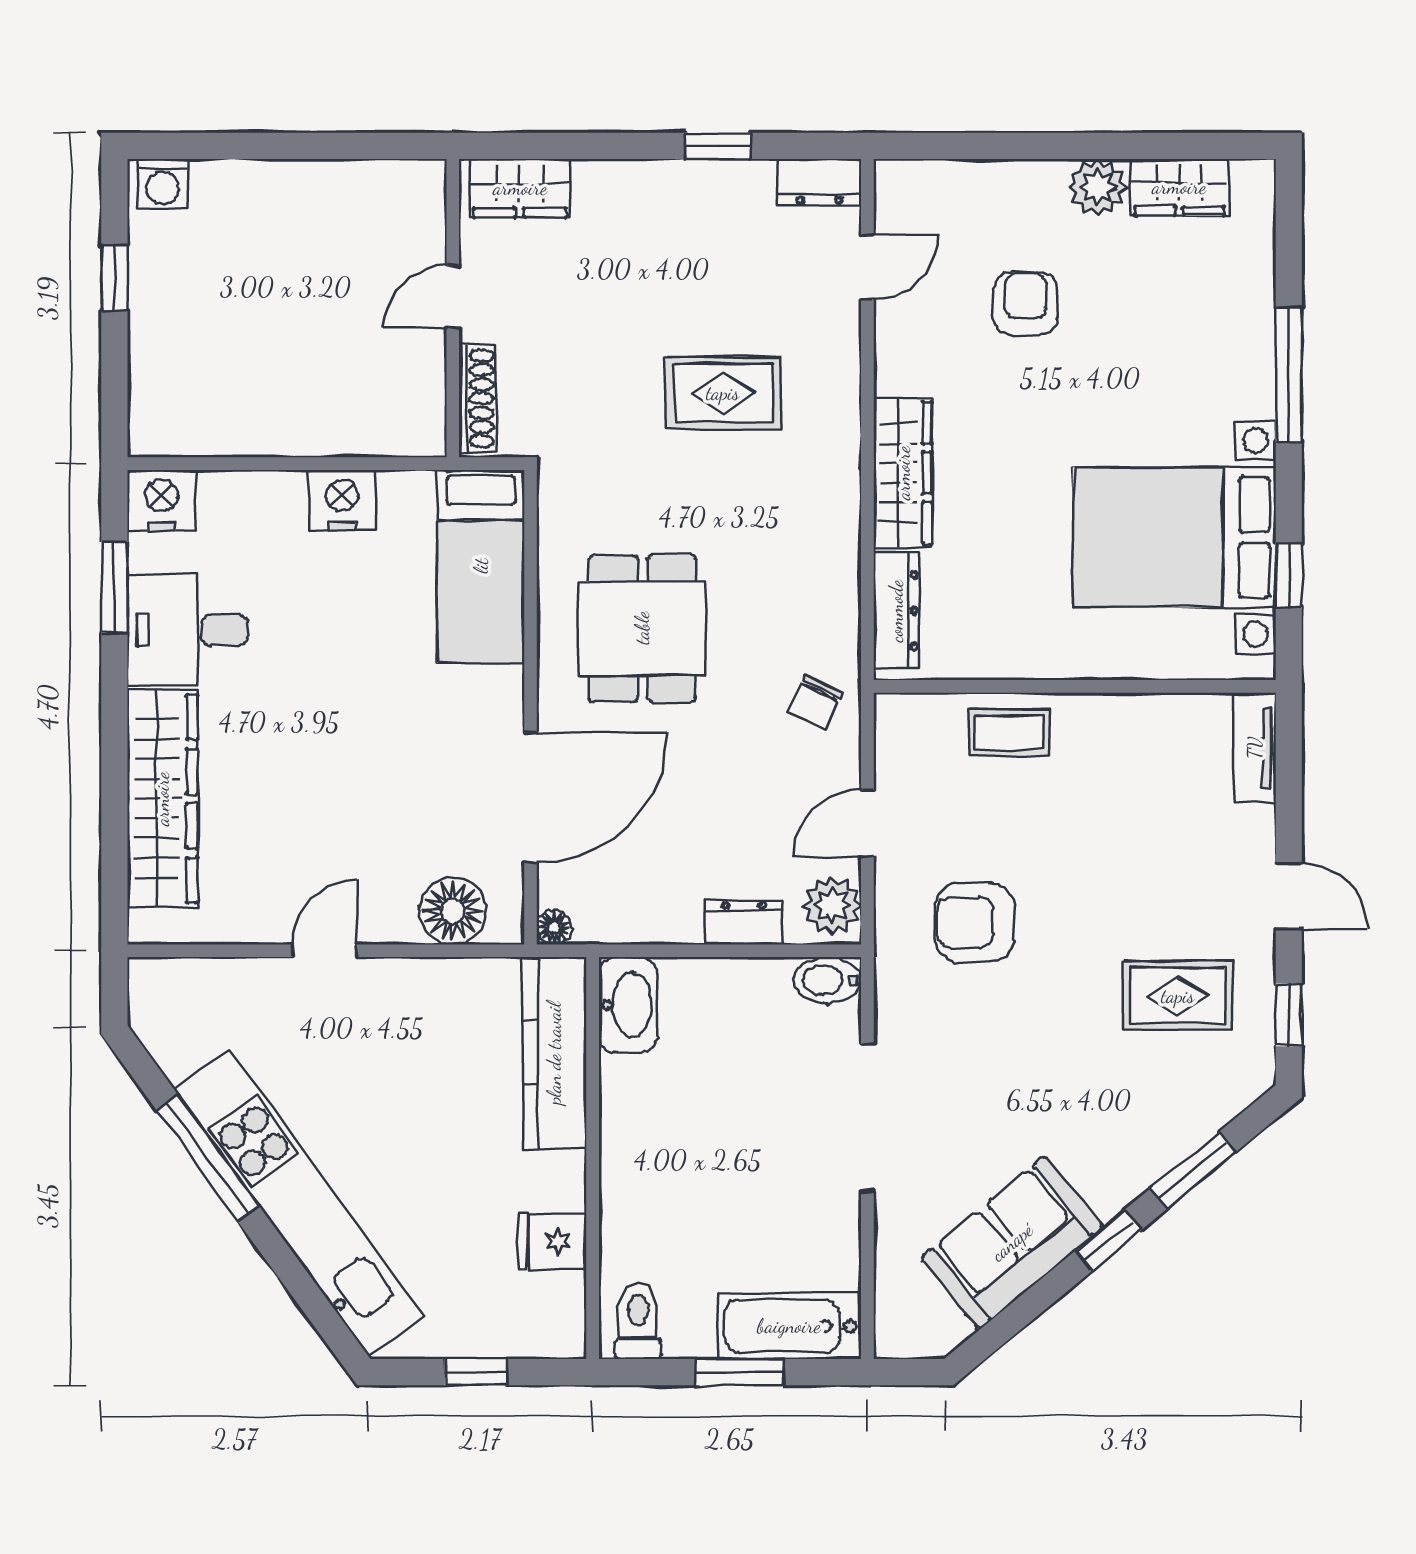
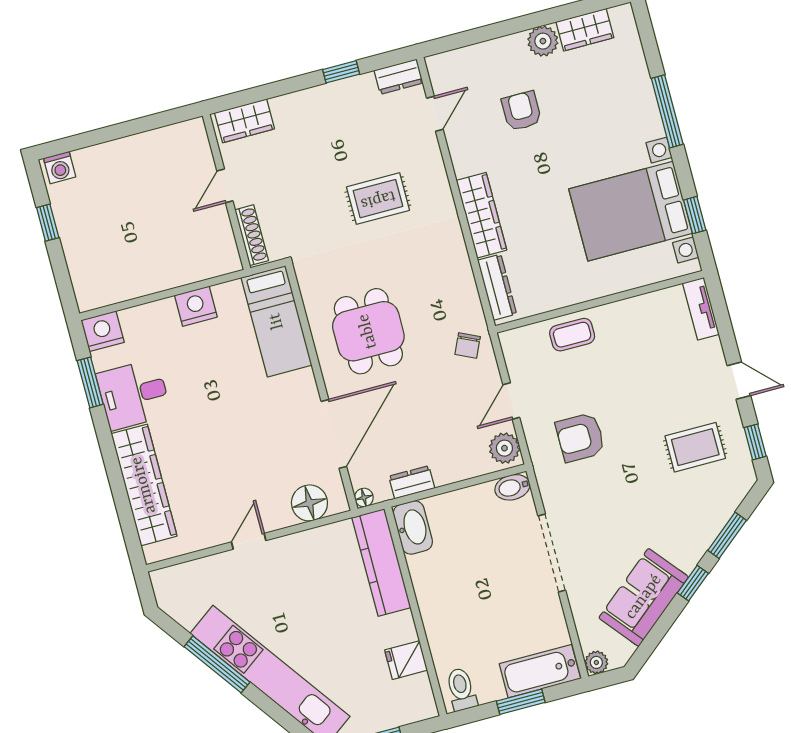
dresser: (744, 923) -> (412, 482), moved
plant: (895, 1337) -> (596, 662), added

